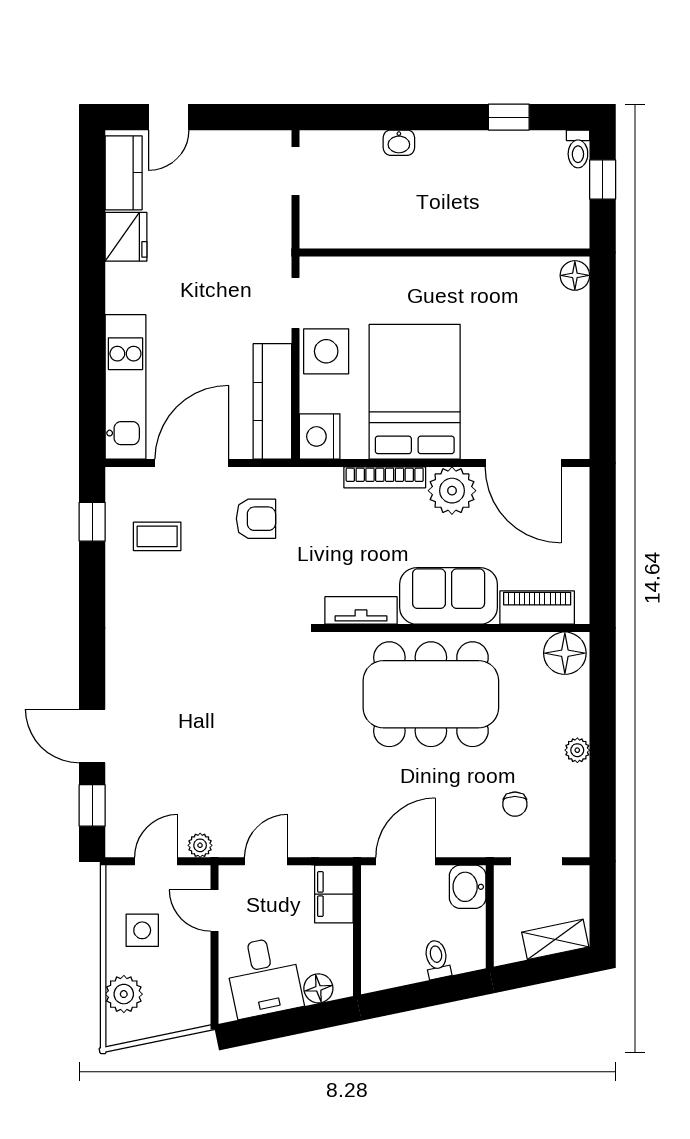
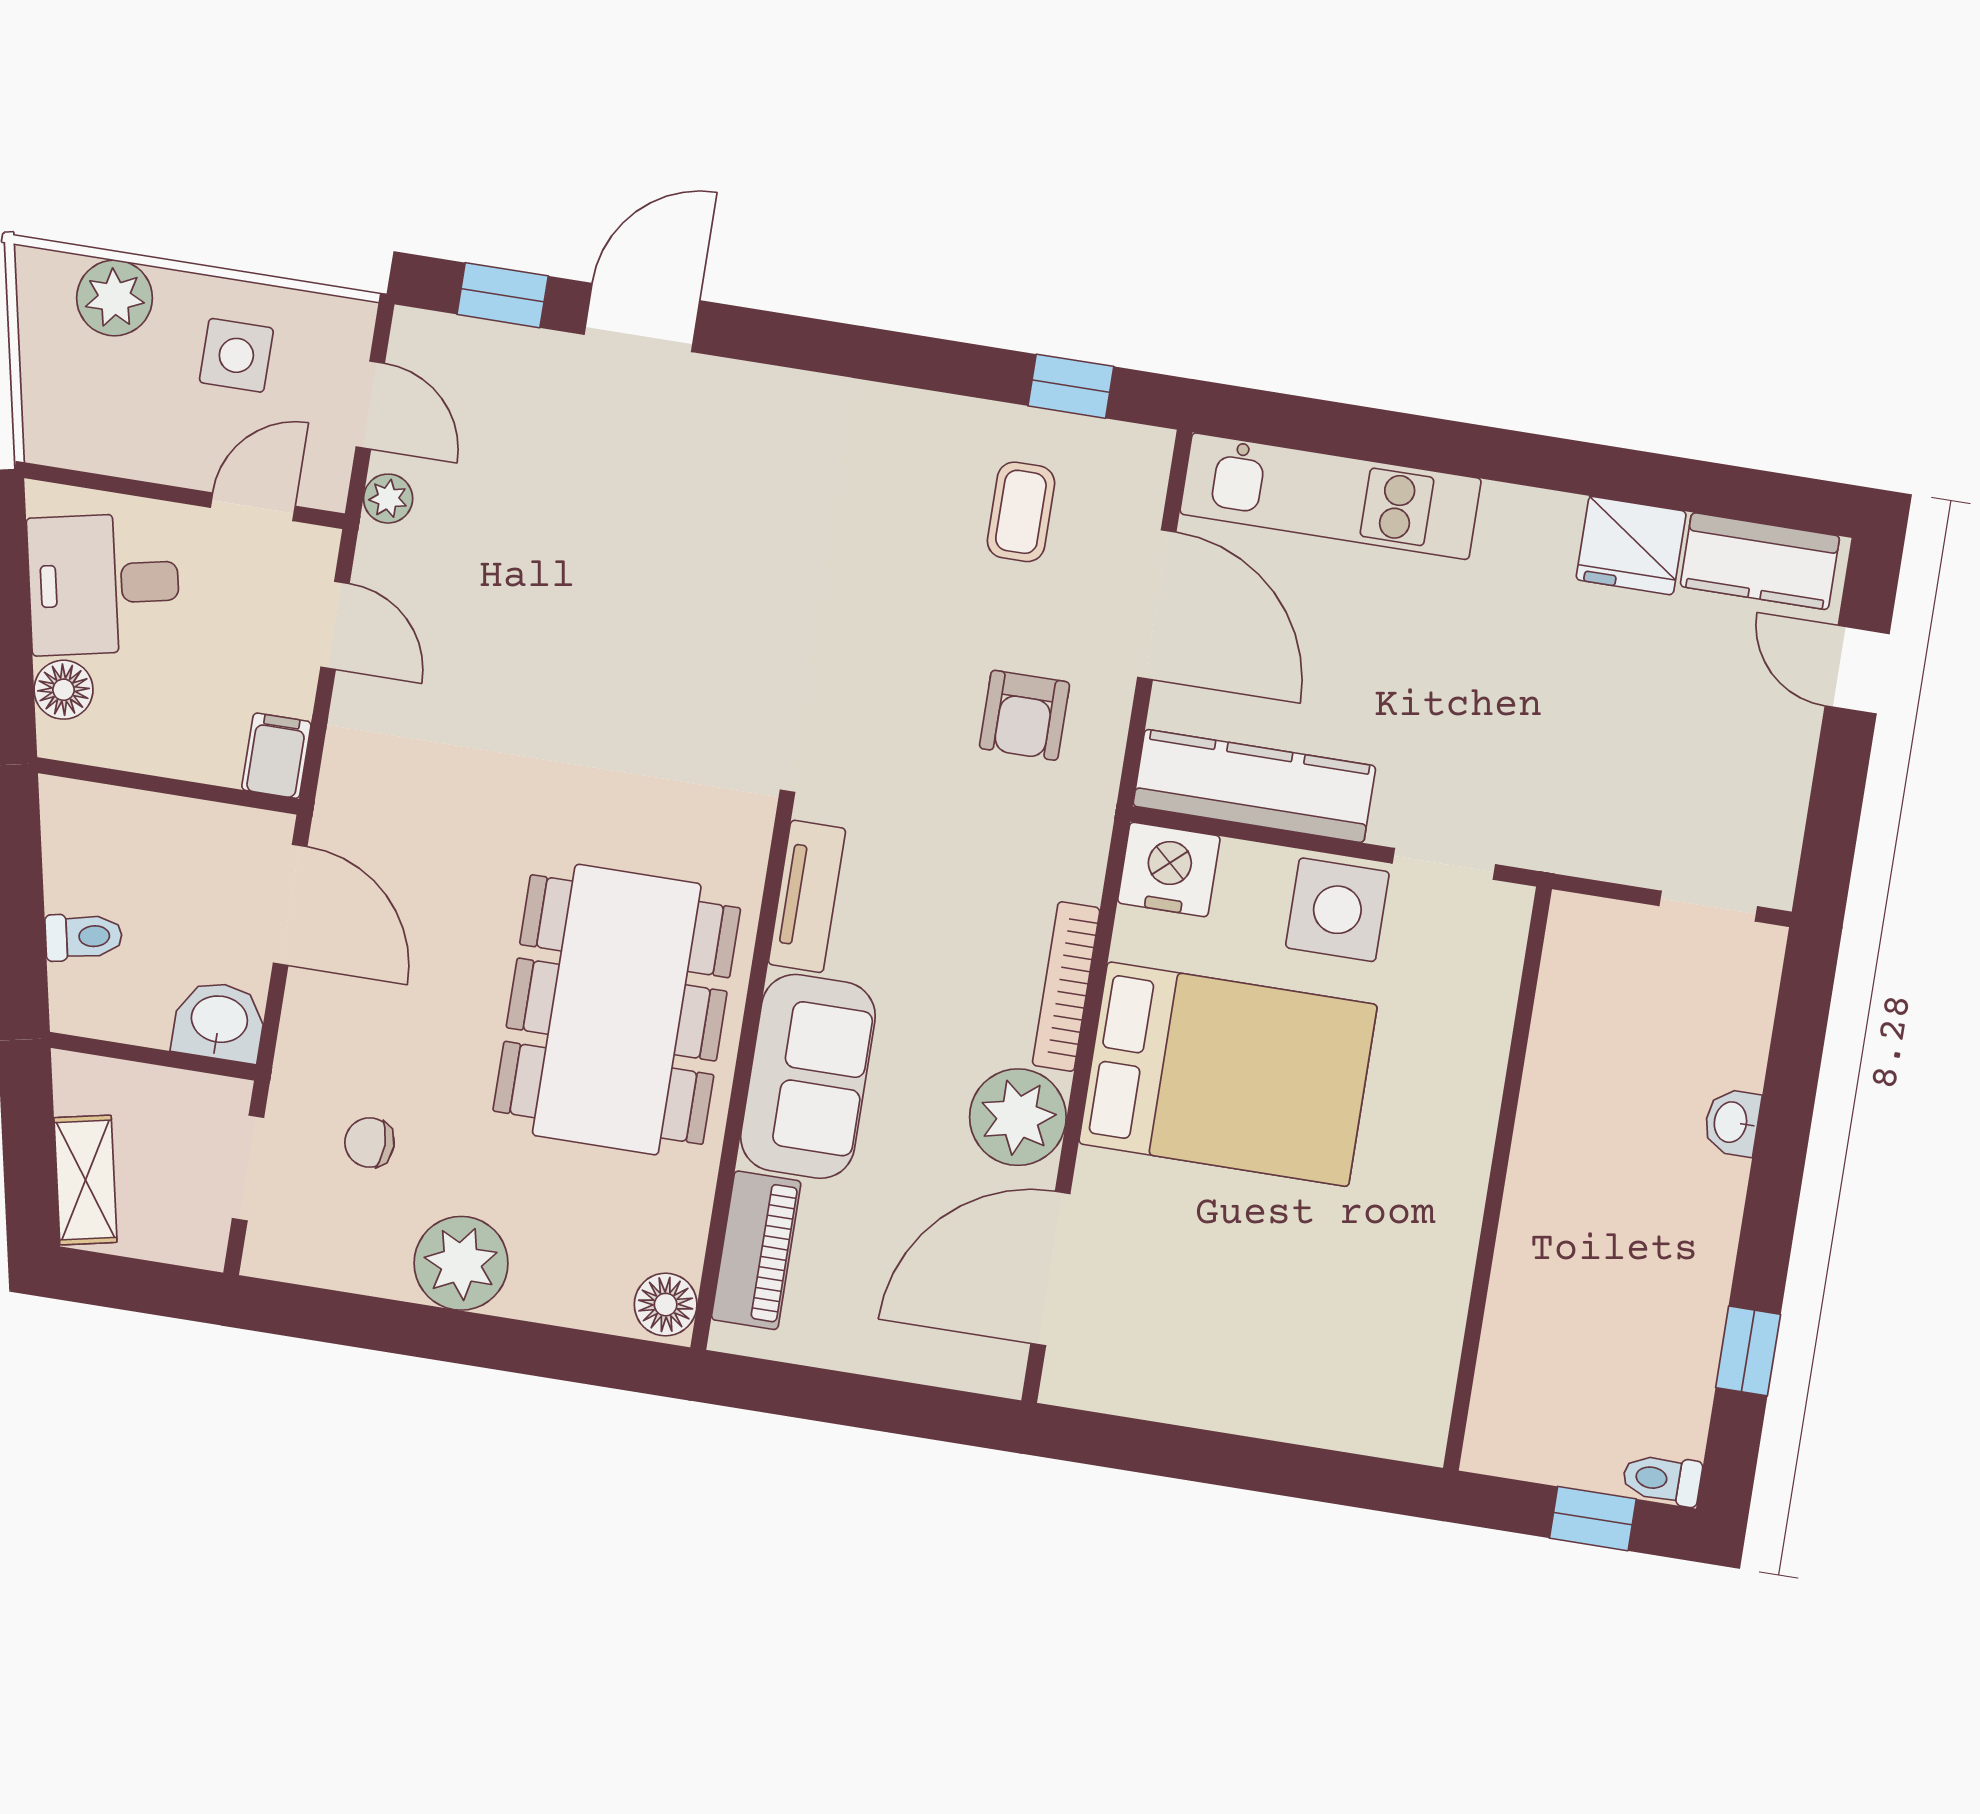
floor lamp: (575, 275) -> (1410, 1432), removed
floor lamp: (565, 653) -> (666, 1305), width x0.73, depth x0.73
plant: (577, 750) -> (461, 1263), width x1.87, depth x1.87
filing cabinet: (334, 894) -> (276, 756), width x0.50

